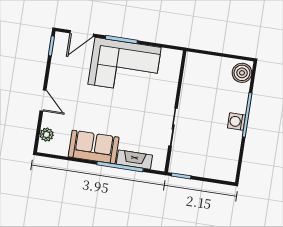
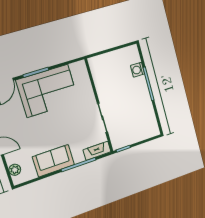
boiler: (242, 73) -> (132, 56), removed
washing machine: (236, 122) -> (138, 70), moved
fireplace: (134, 160) -> (97, 151), moved

